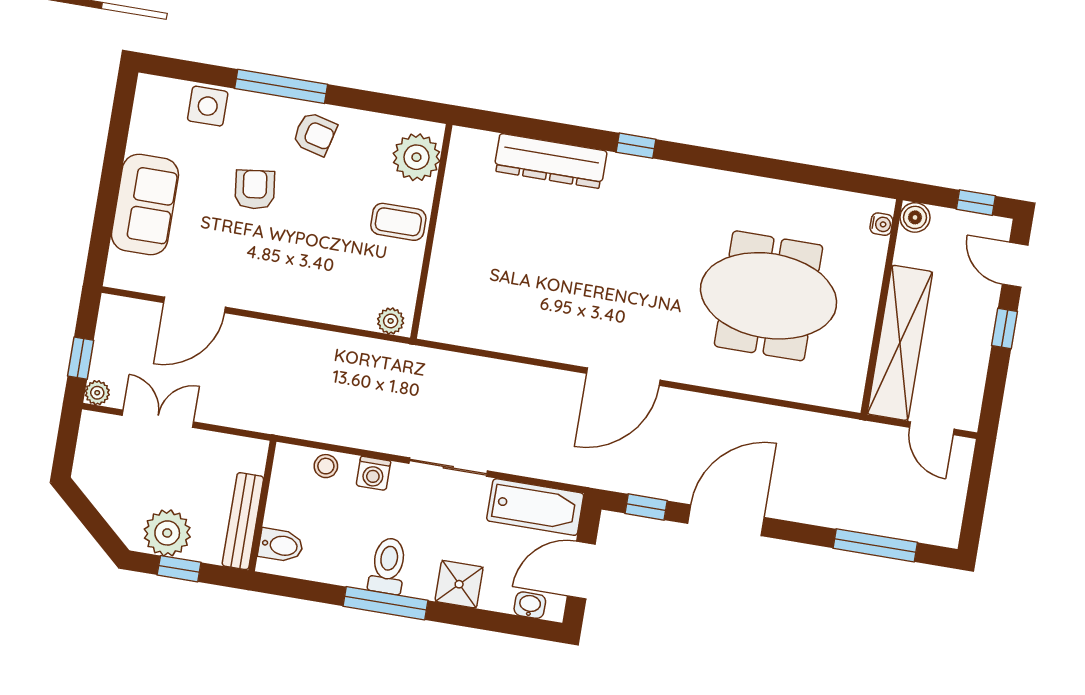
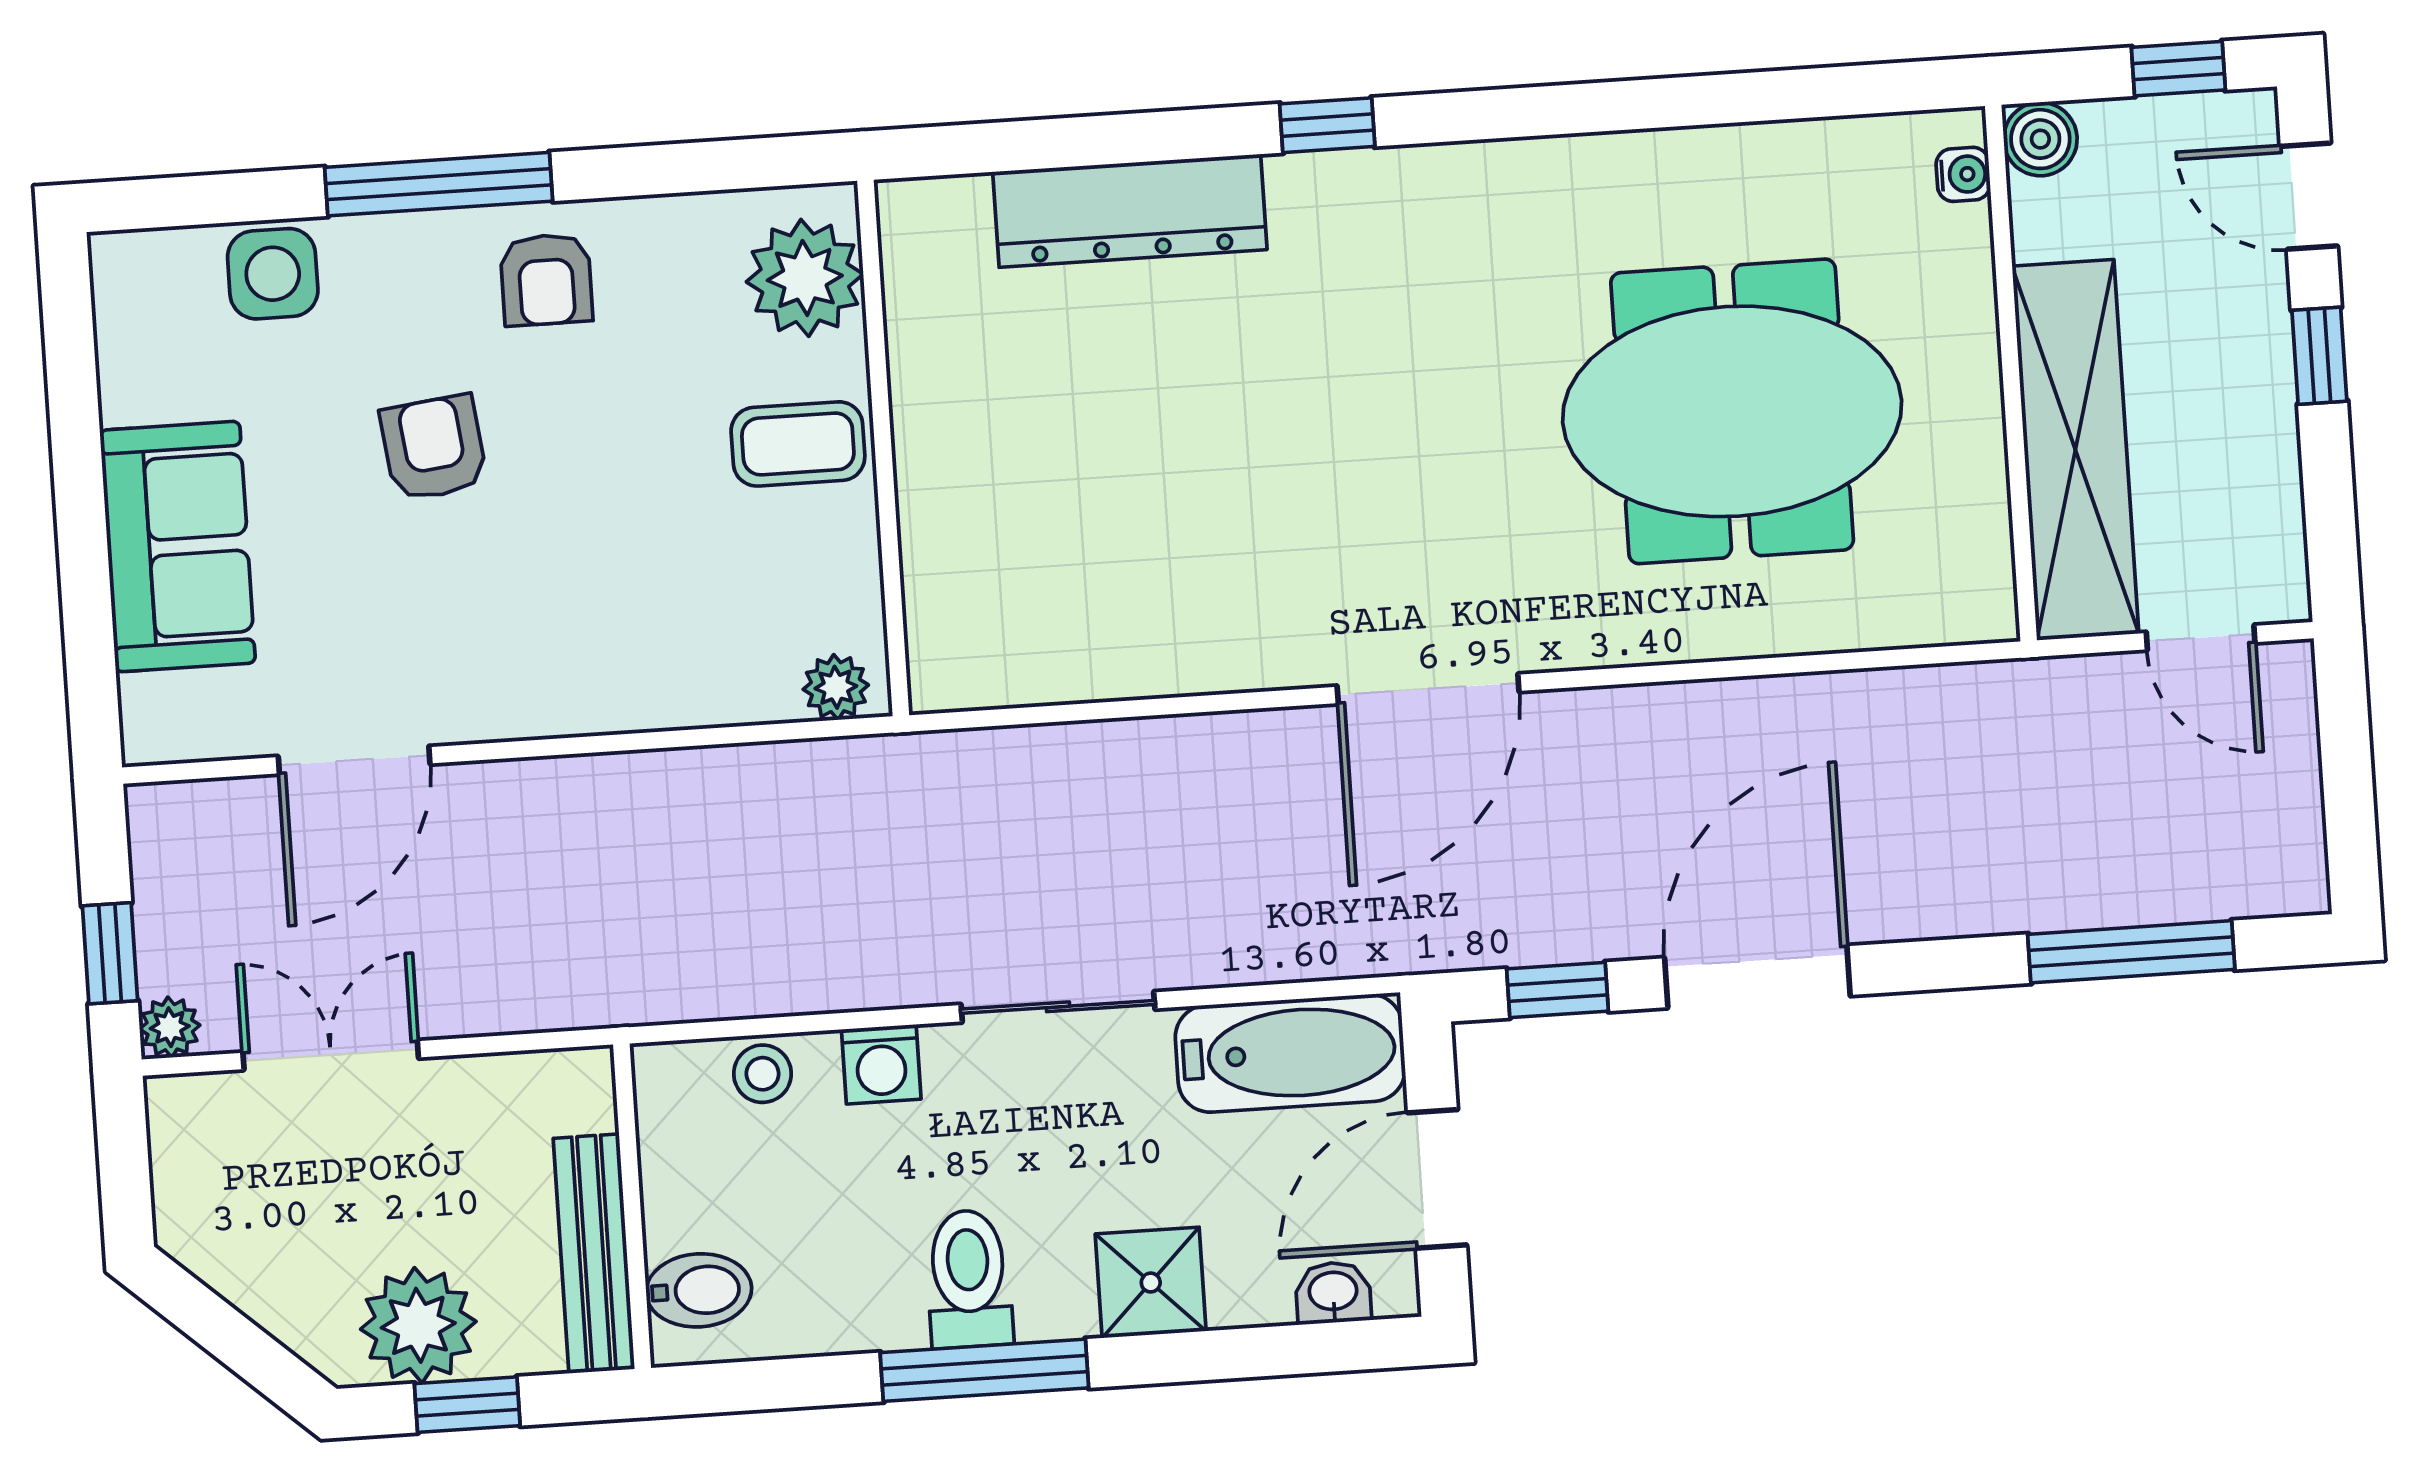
armchair: (315, 134) -> (546, 280), turned 76

